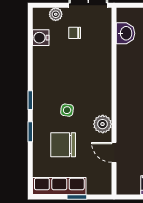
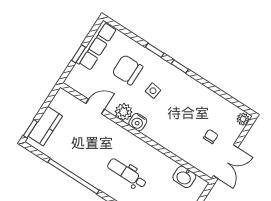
plant: (56, 14) -> (243, 119), moved
water cooler: (41, 38) -> (138, 122), moved, turned 180
chair: (63, 145) -> (127, 70), turned -90

